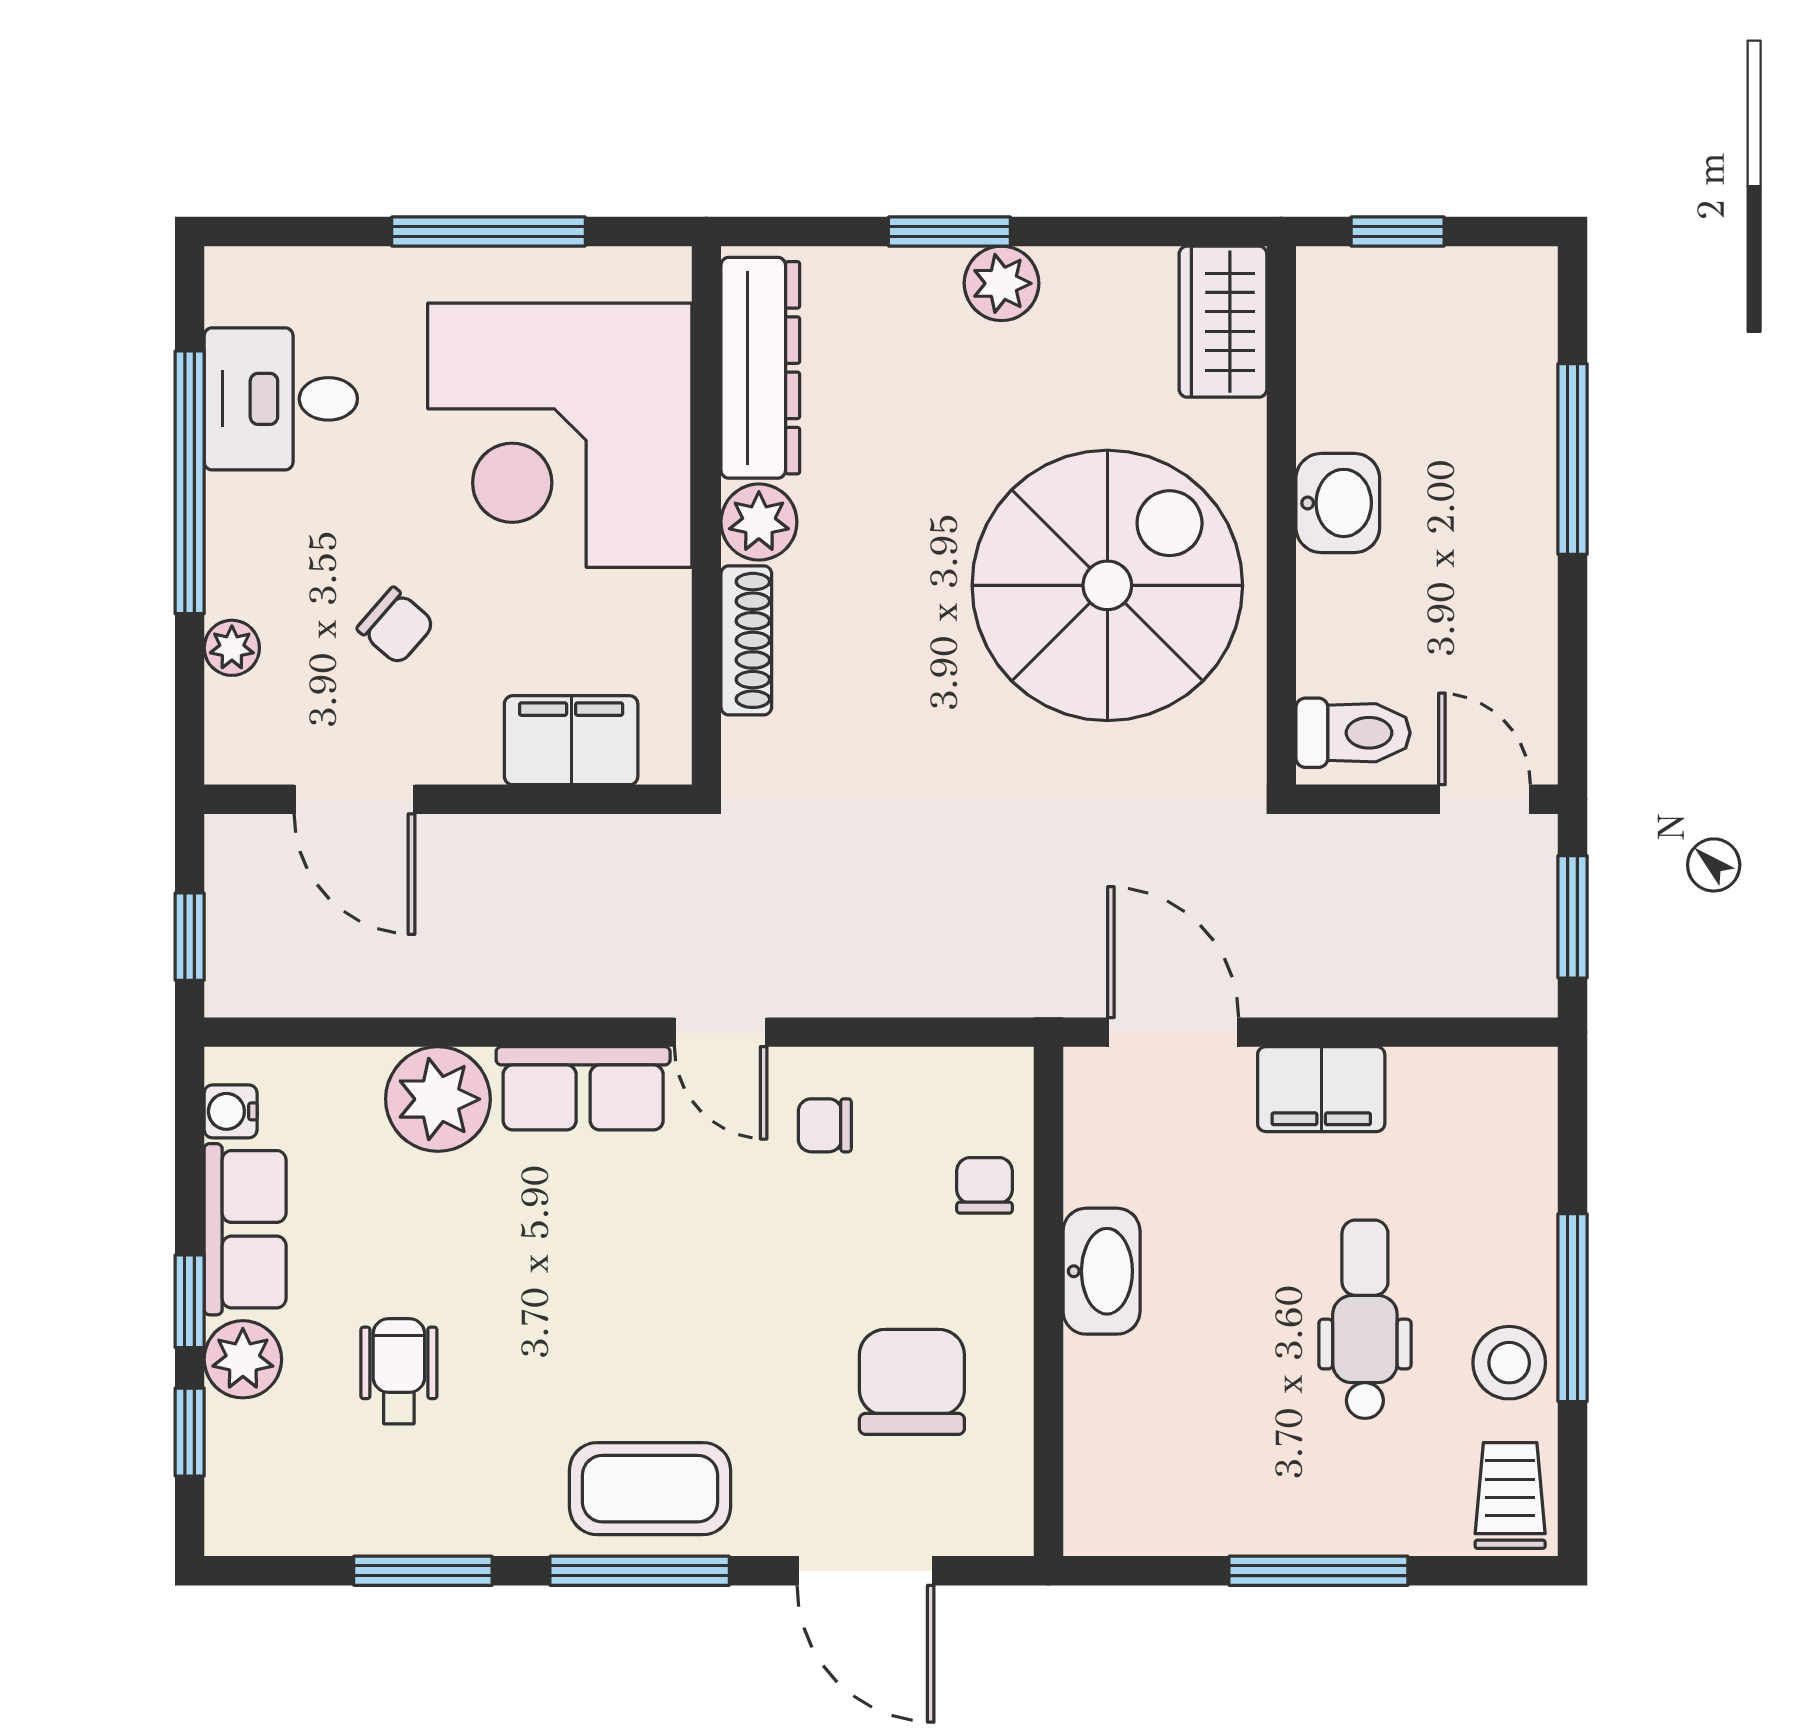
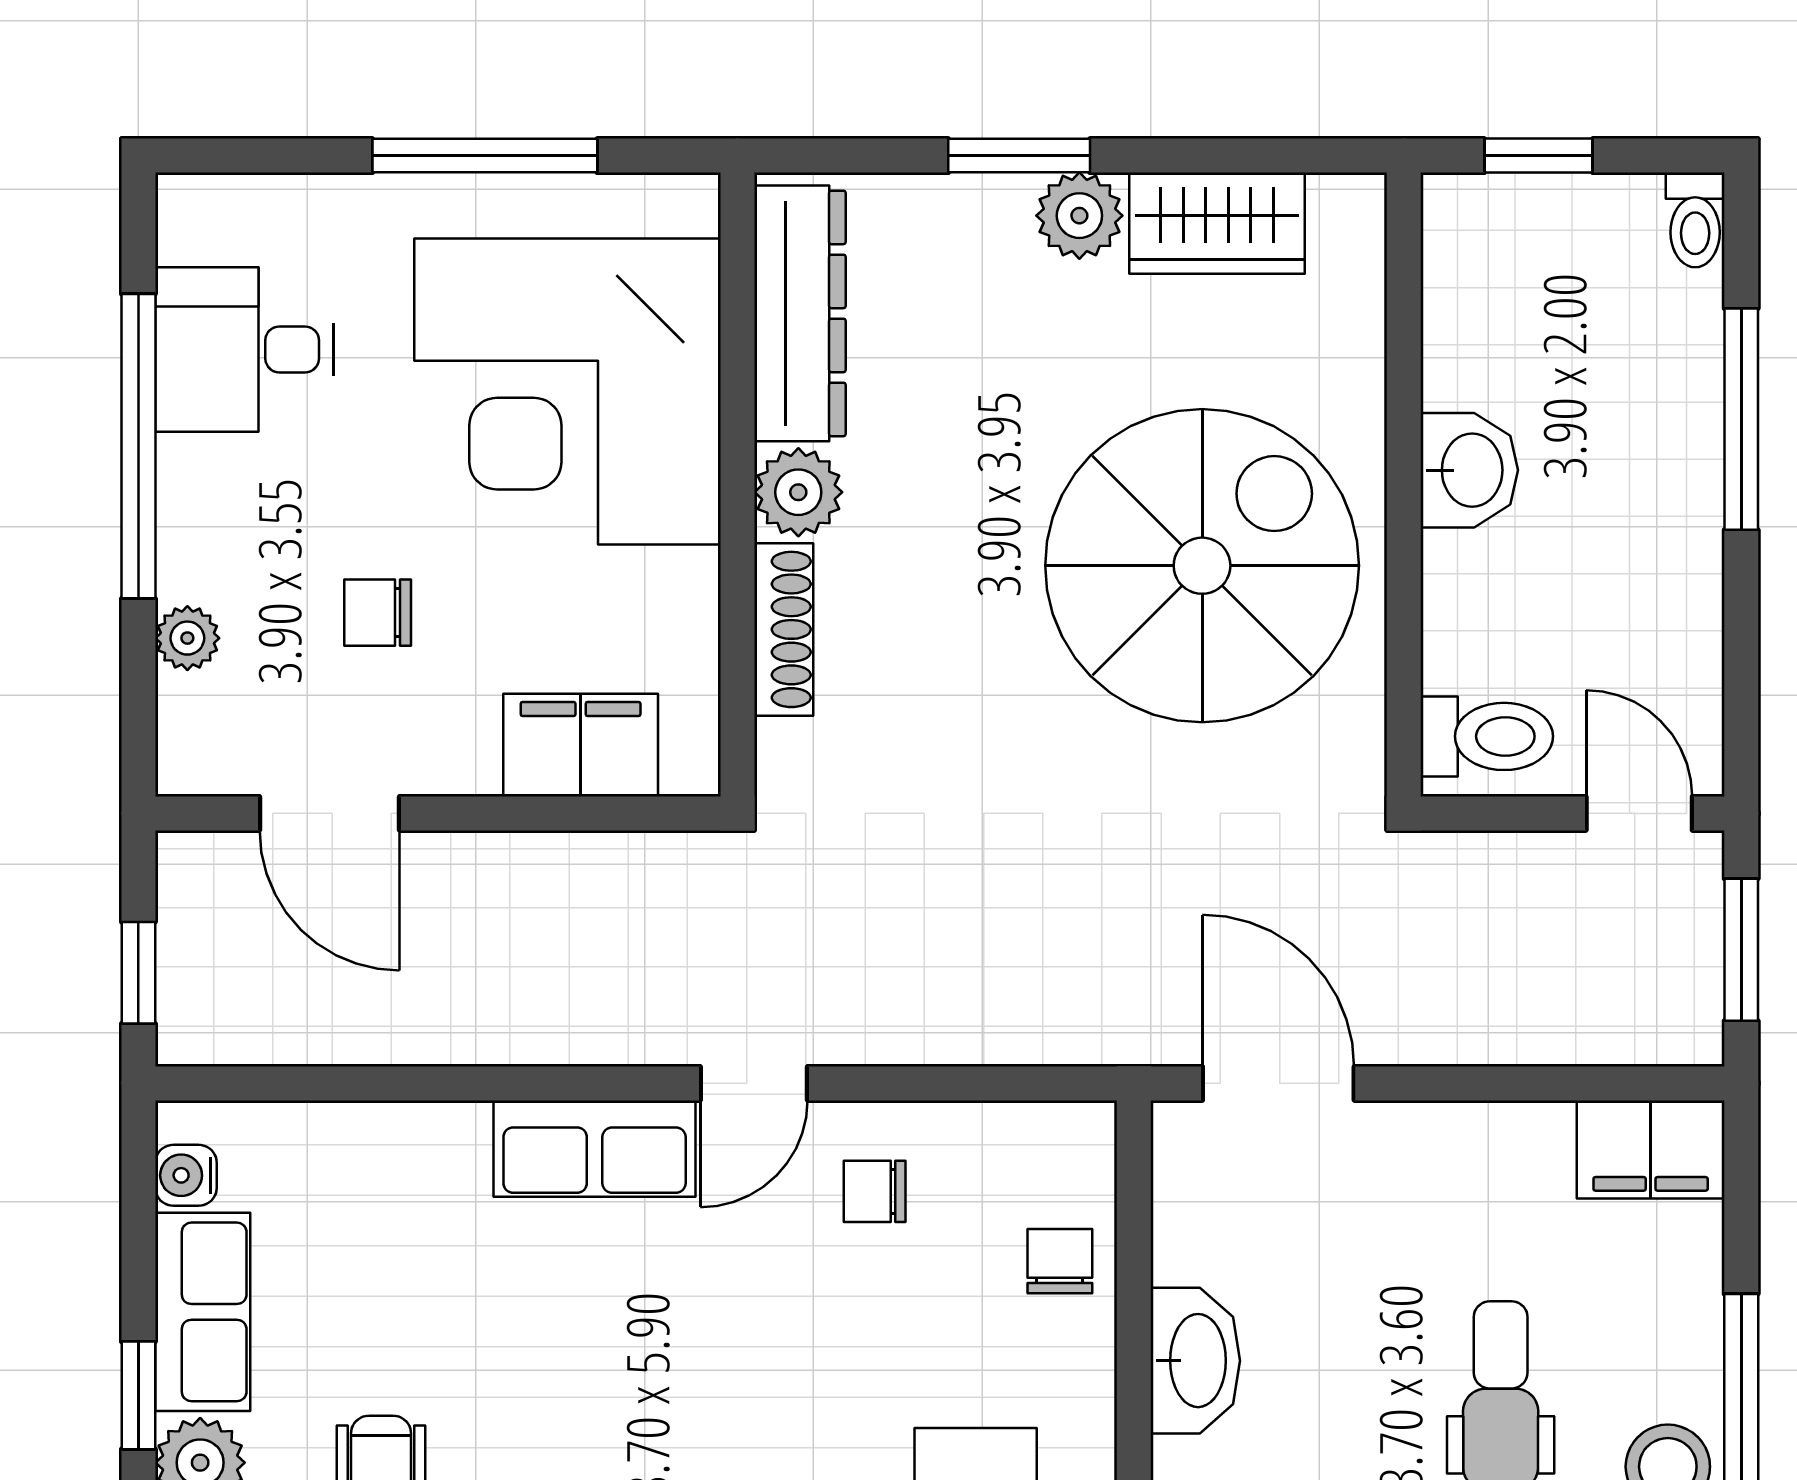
toilet: (1533, 287) -> (1695, 220), added
wardrobe: (1223, 322) -> (1217, 223), moved, turned -90
chair: (396, 626) -> (378, 613), turned 139
door: (721, 1032) -> (754, 1083), hinge flipped
filing cabinet: (1321, 1089) -> (1651, 1149), moved
plant: (438, 1099) -> (426, 1161), removed

